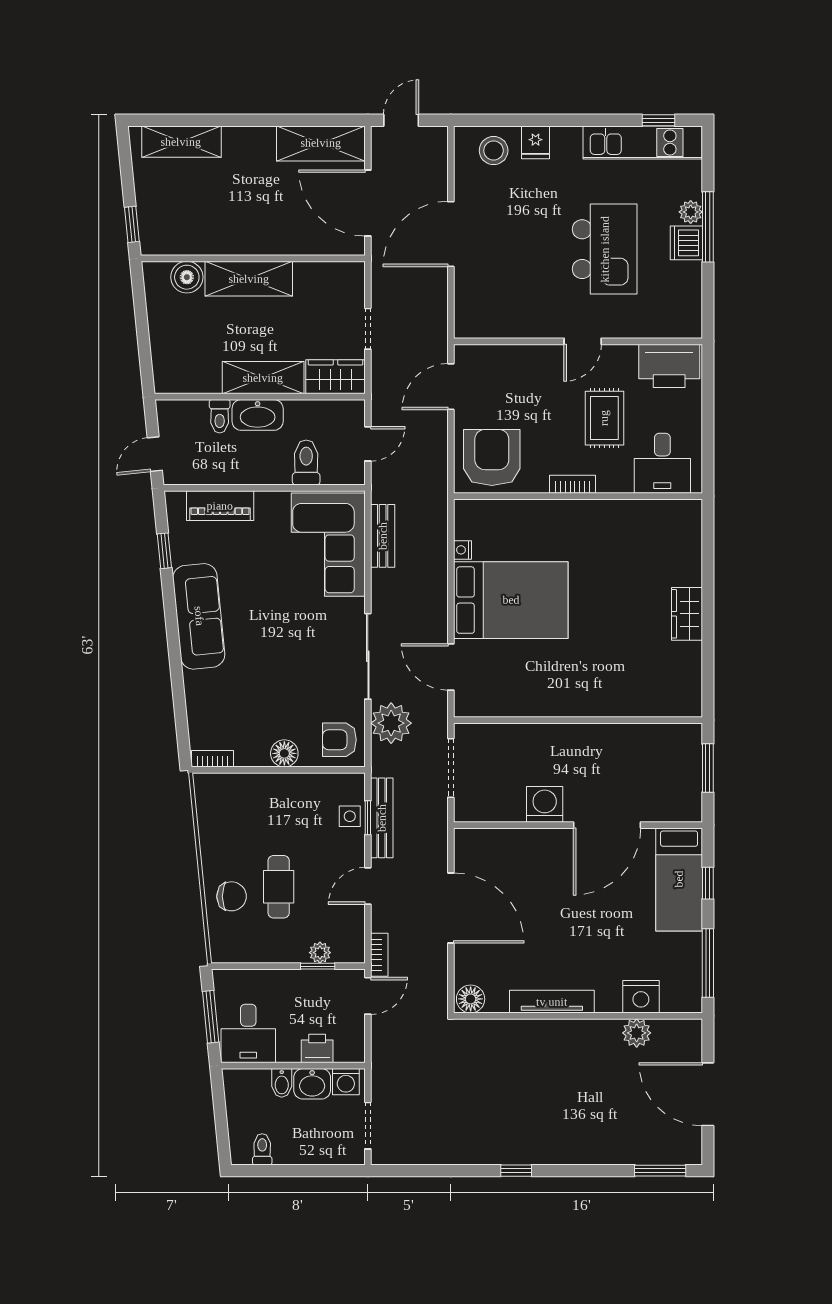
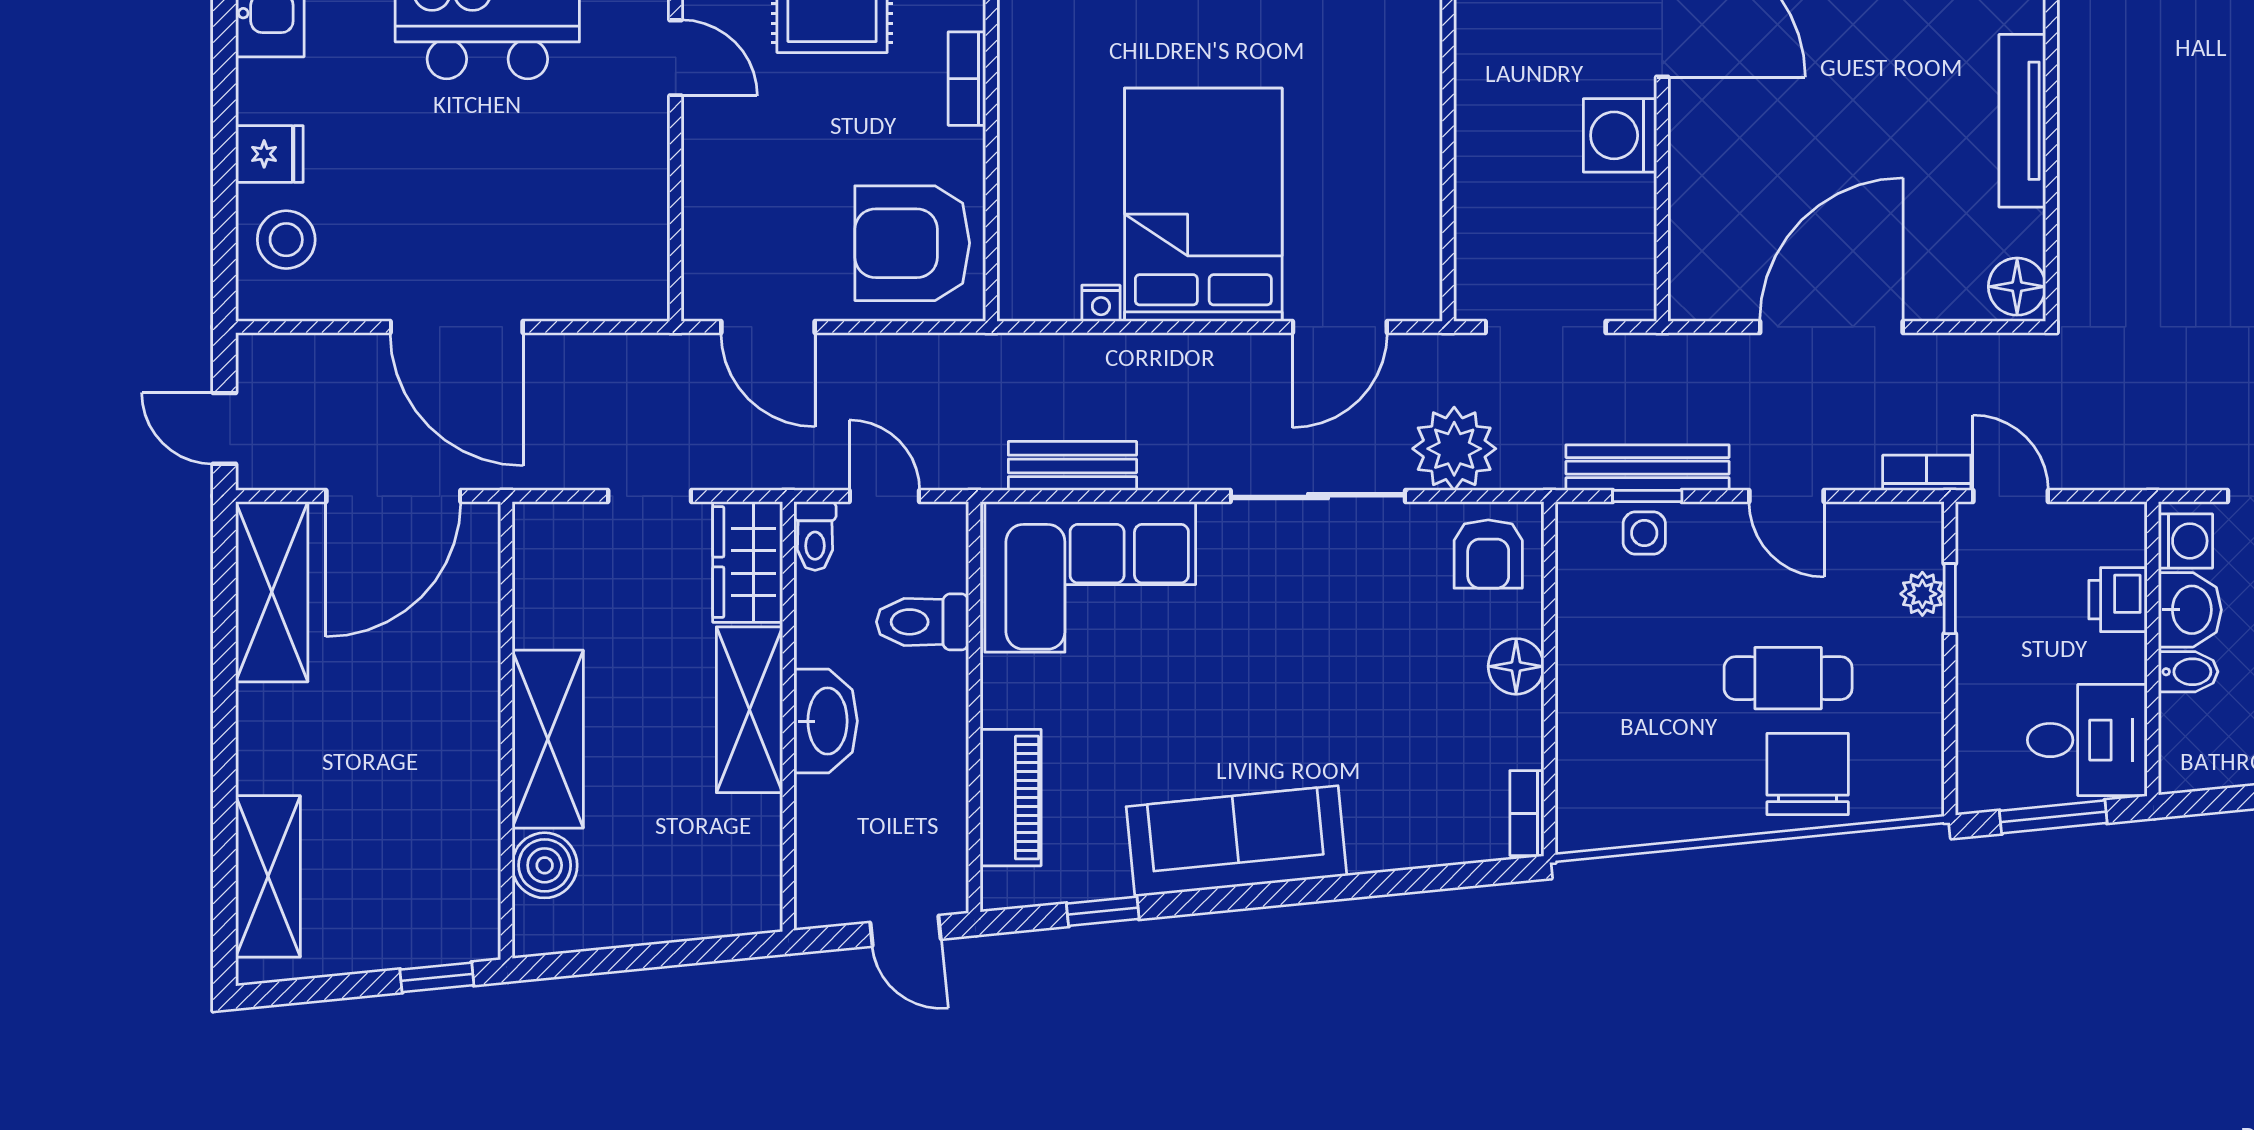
toilet: (220, 416) -> (815, 536), moved, turned 90
chair: (232, 896) -> (1808, 774), width x1.37, depth x1.37

